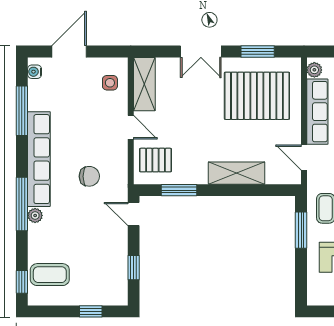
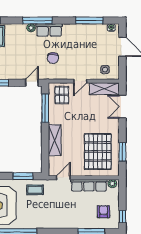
double door: (201, 51) -> (122, 107), moved
row of seats: (39, 159) -> (49, 30), width x0.50
window: (179, 190) -> (45, 108), width x1.44

